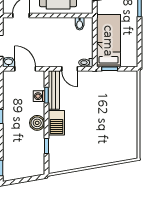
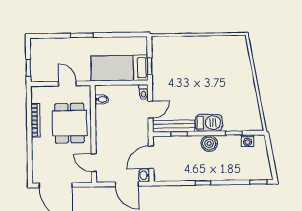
washing machine: (39, 96) -> (248, 141), moved

